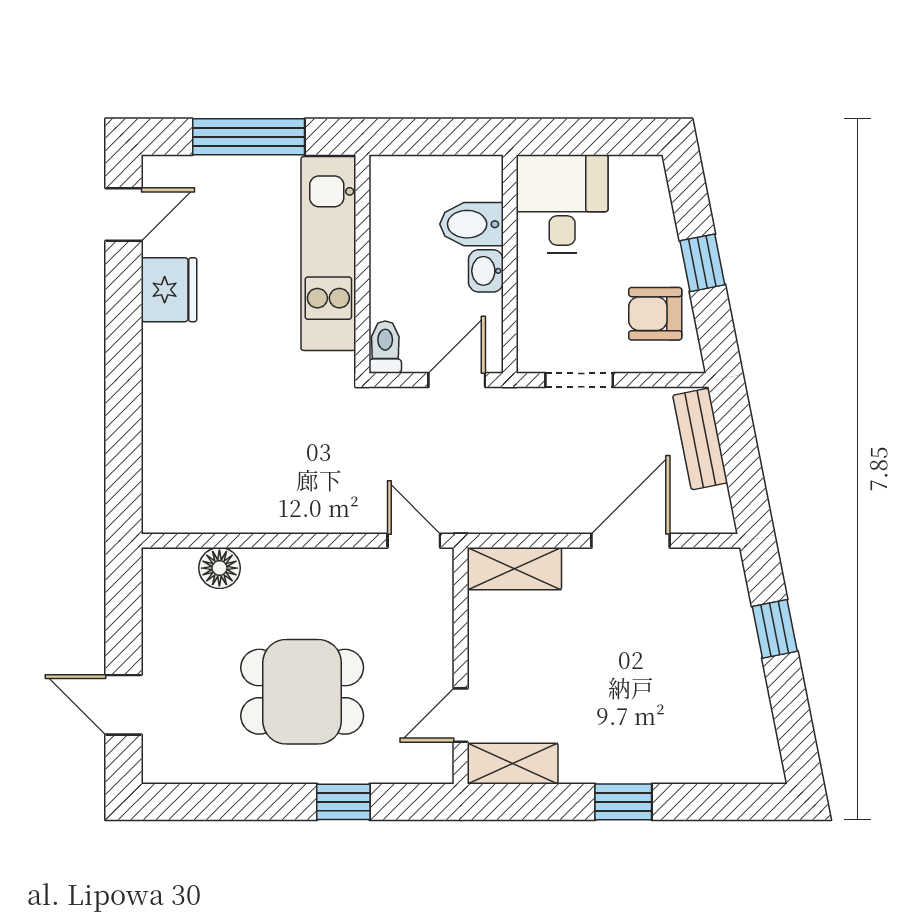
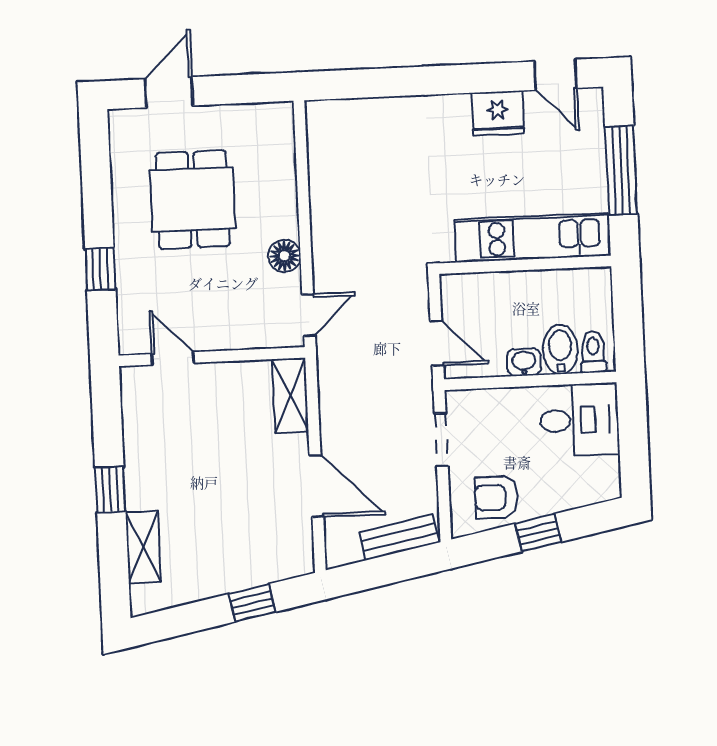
armchair: (655, 314) -> (496, 497), turned -90
toilet: (385, 347) -> (593, 352), moved, turned -90
floor lamp: (219, 568) -> (284, 256), moved
dining table: (302, 692) -> (193, 200), moved
shelving: (513, 764) -> (143, 547), moved

